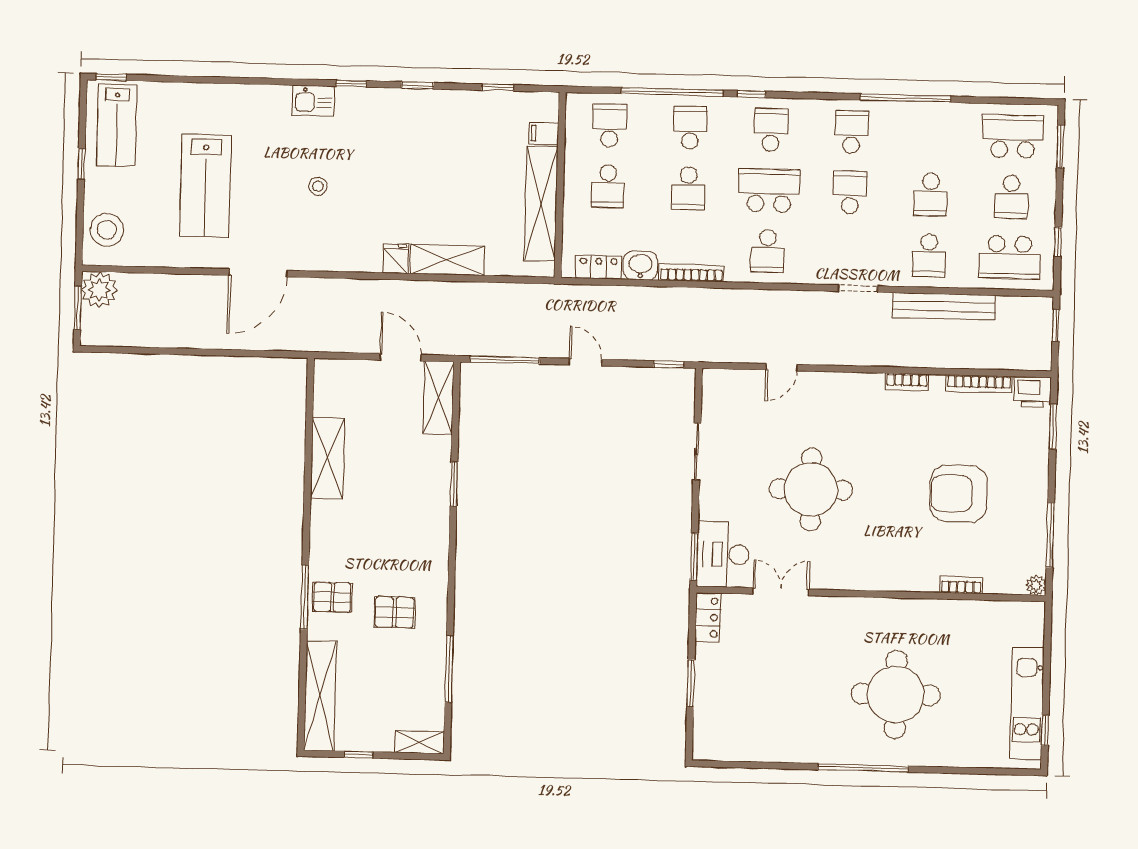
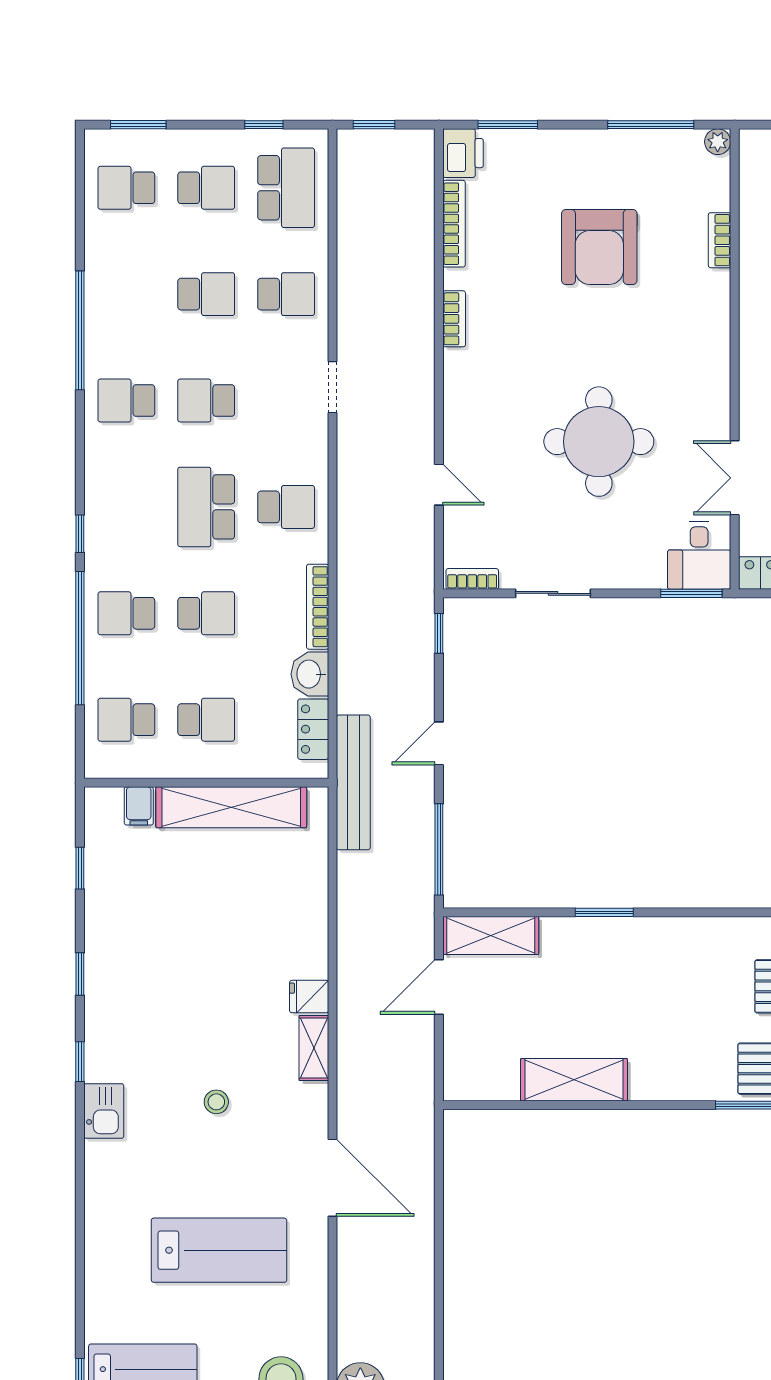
school desk: (771, 130) -> (126, 507), removed
school desk: (1013, 136) -> (126, 188), width x0.54
shelving: (447, 260) -> (314, 1048), moved, width x0.67, depth x0.75
bench: (944, 307) -> (353, 782), moved
bookcase: (709, 391) -> (472, 579), added
desk: (723, 554) -> (699, 555), width x0.73

